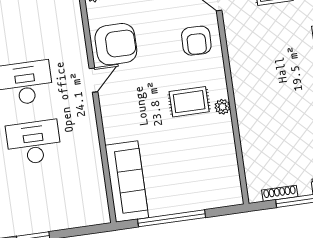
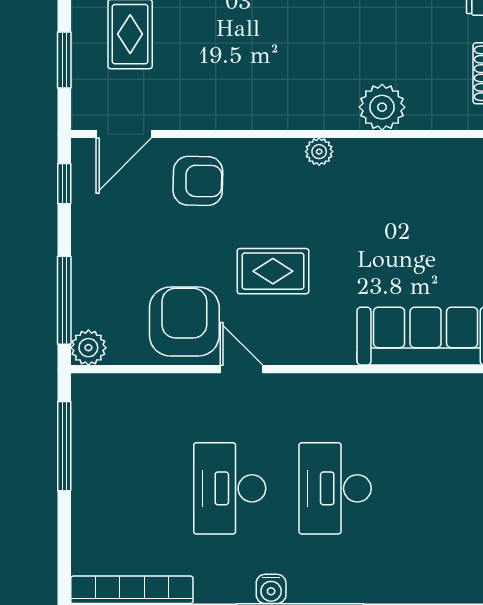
rug: (189, 102) -> (273, 271), moved, turned 90
plant: (253, 139) -> (382, 107), added

